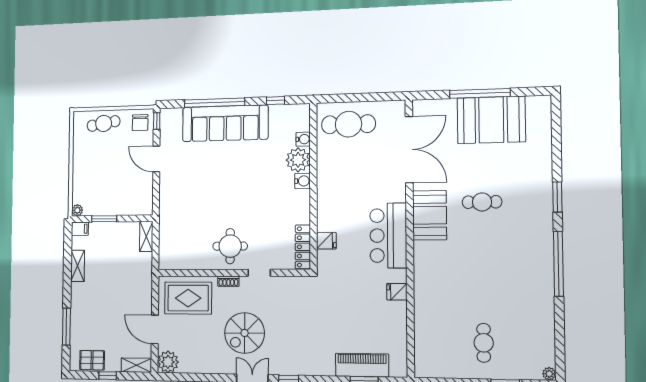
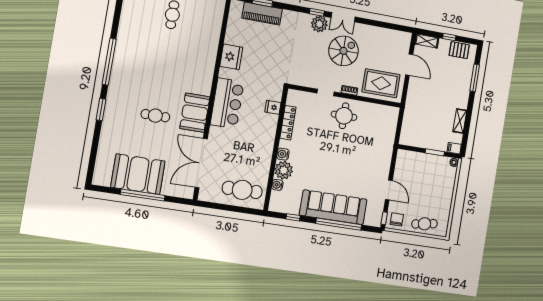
shelving: (146, 236) -> (405, 134), removed
locker: (303, 247) -> (288, 123), moved
fridge: (397, 292) -> (231, 57), width x1.88, depth x1.34
plant: (168, 362) -> (319, 24), moved

